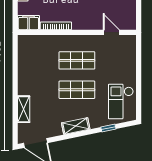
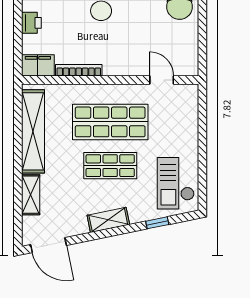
shop shelf: (77, 60) -> (110, 122), width x1.43, depth x1.36
shelving: (25, 67) -> (33, 131), added

